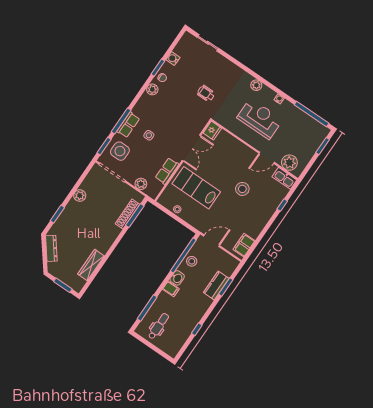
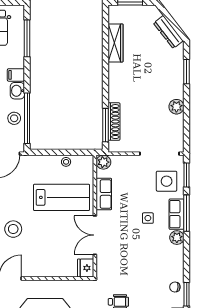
plant: (152, 89) -> (177, 238), moved
plant: (141, 184) -> (103, 162), moved

